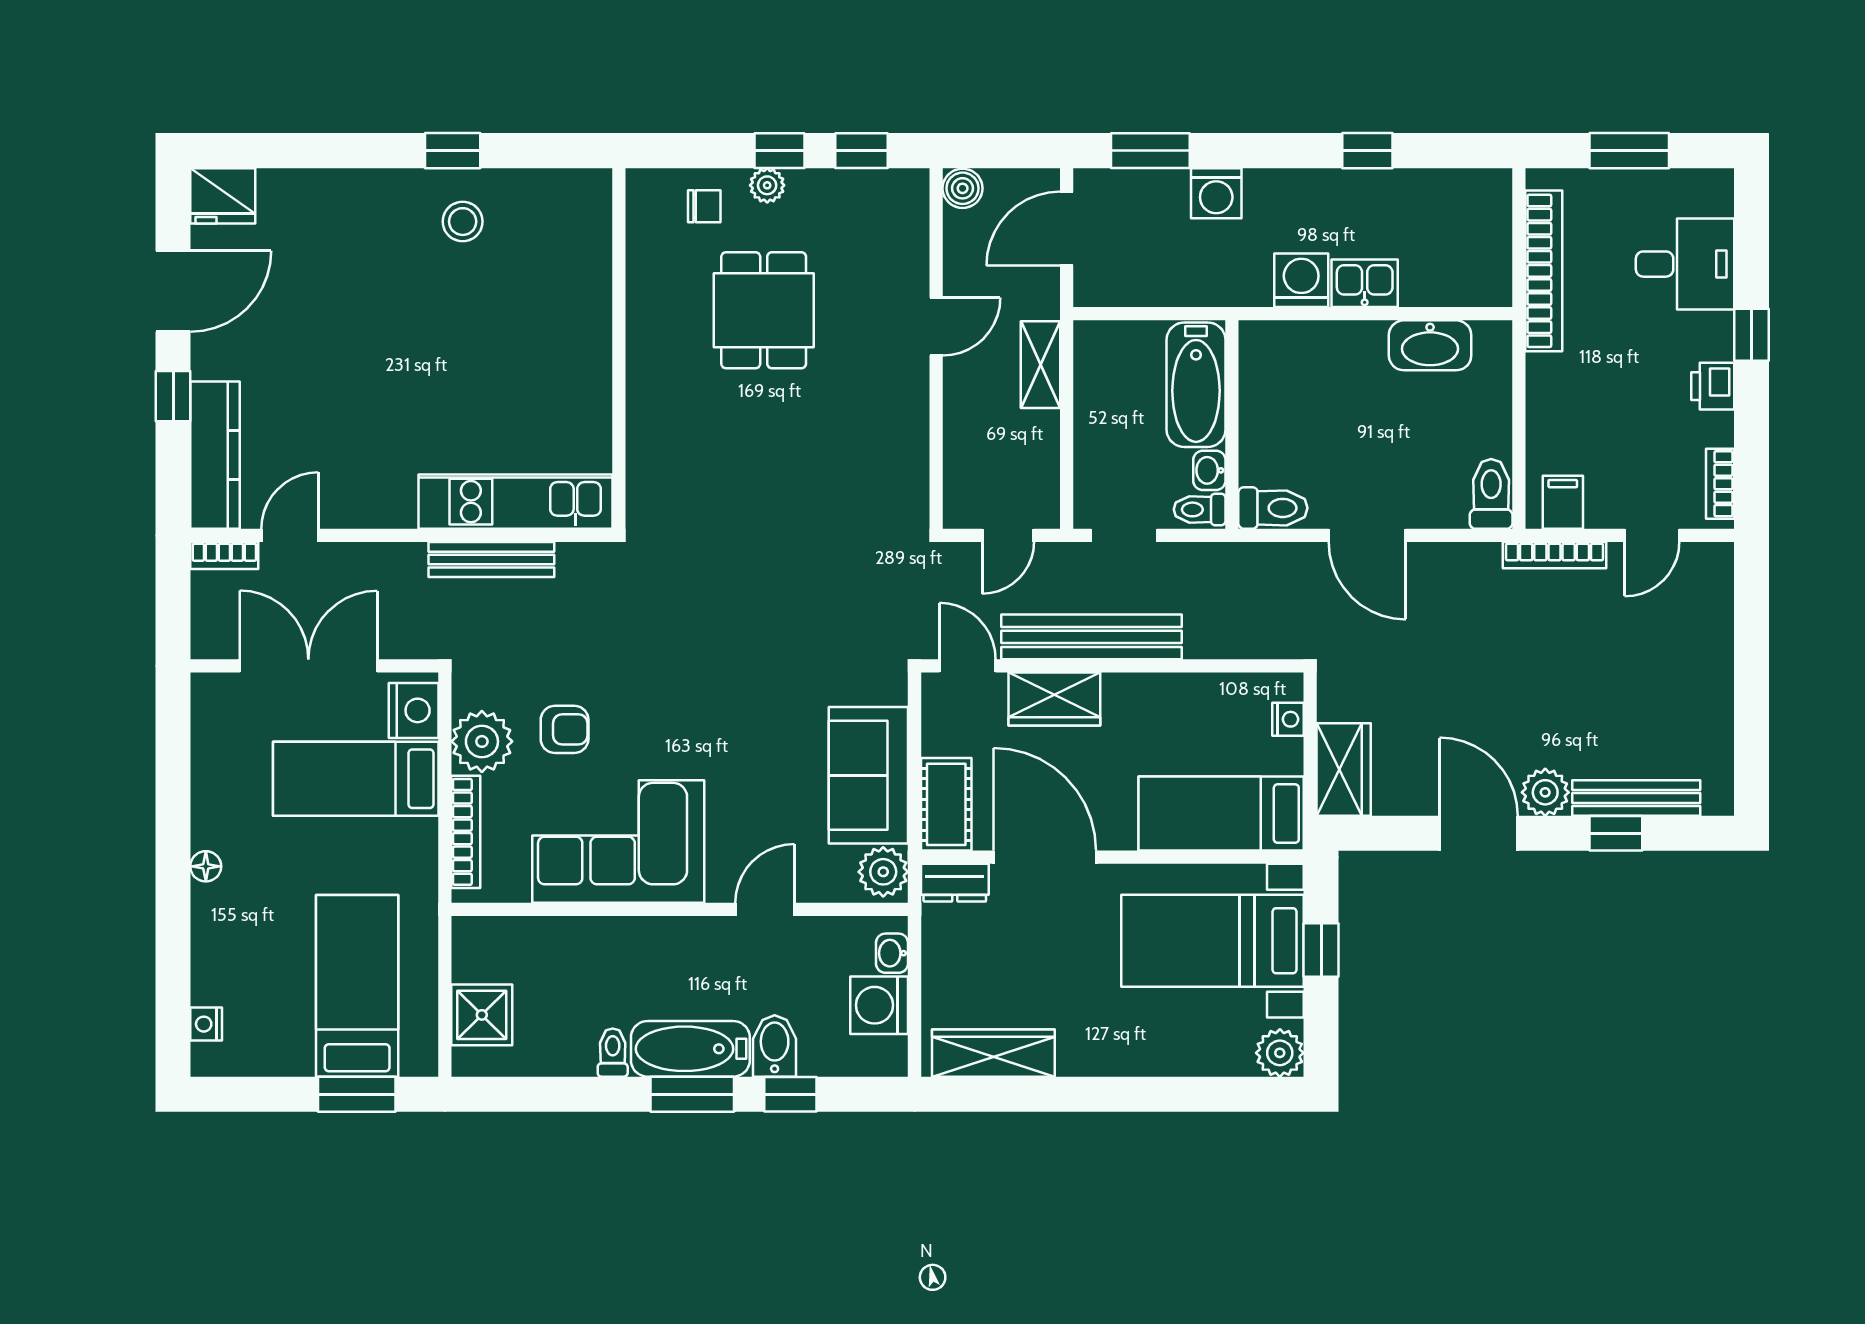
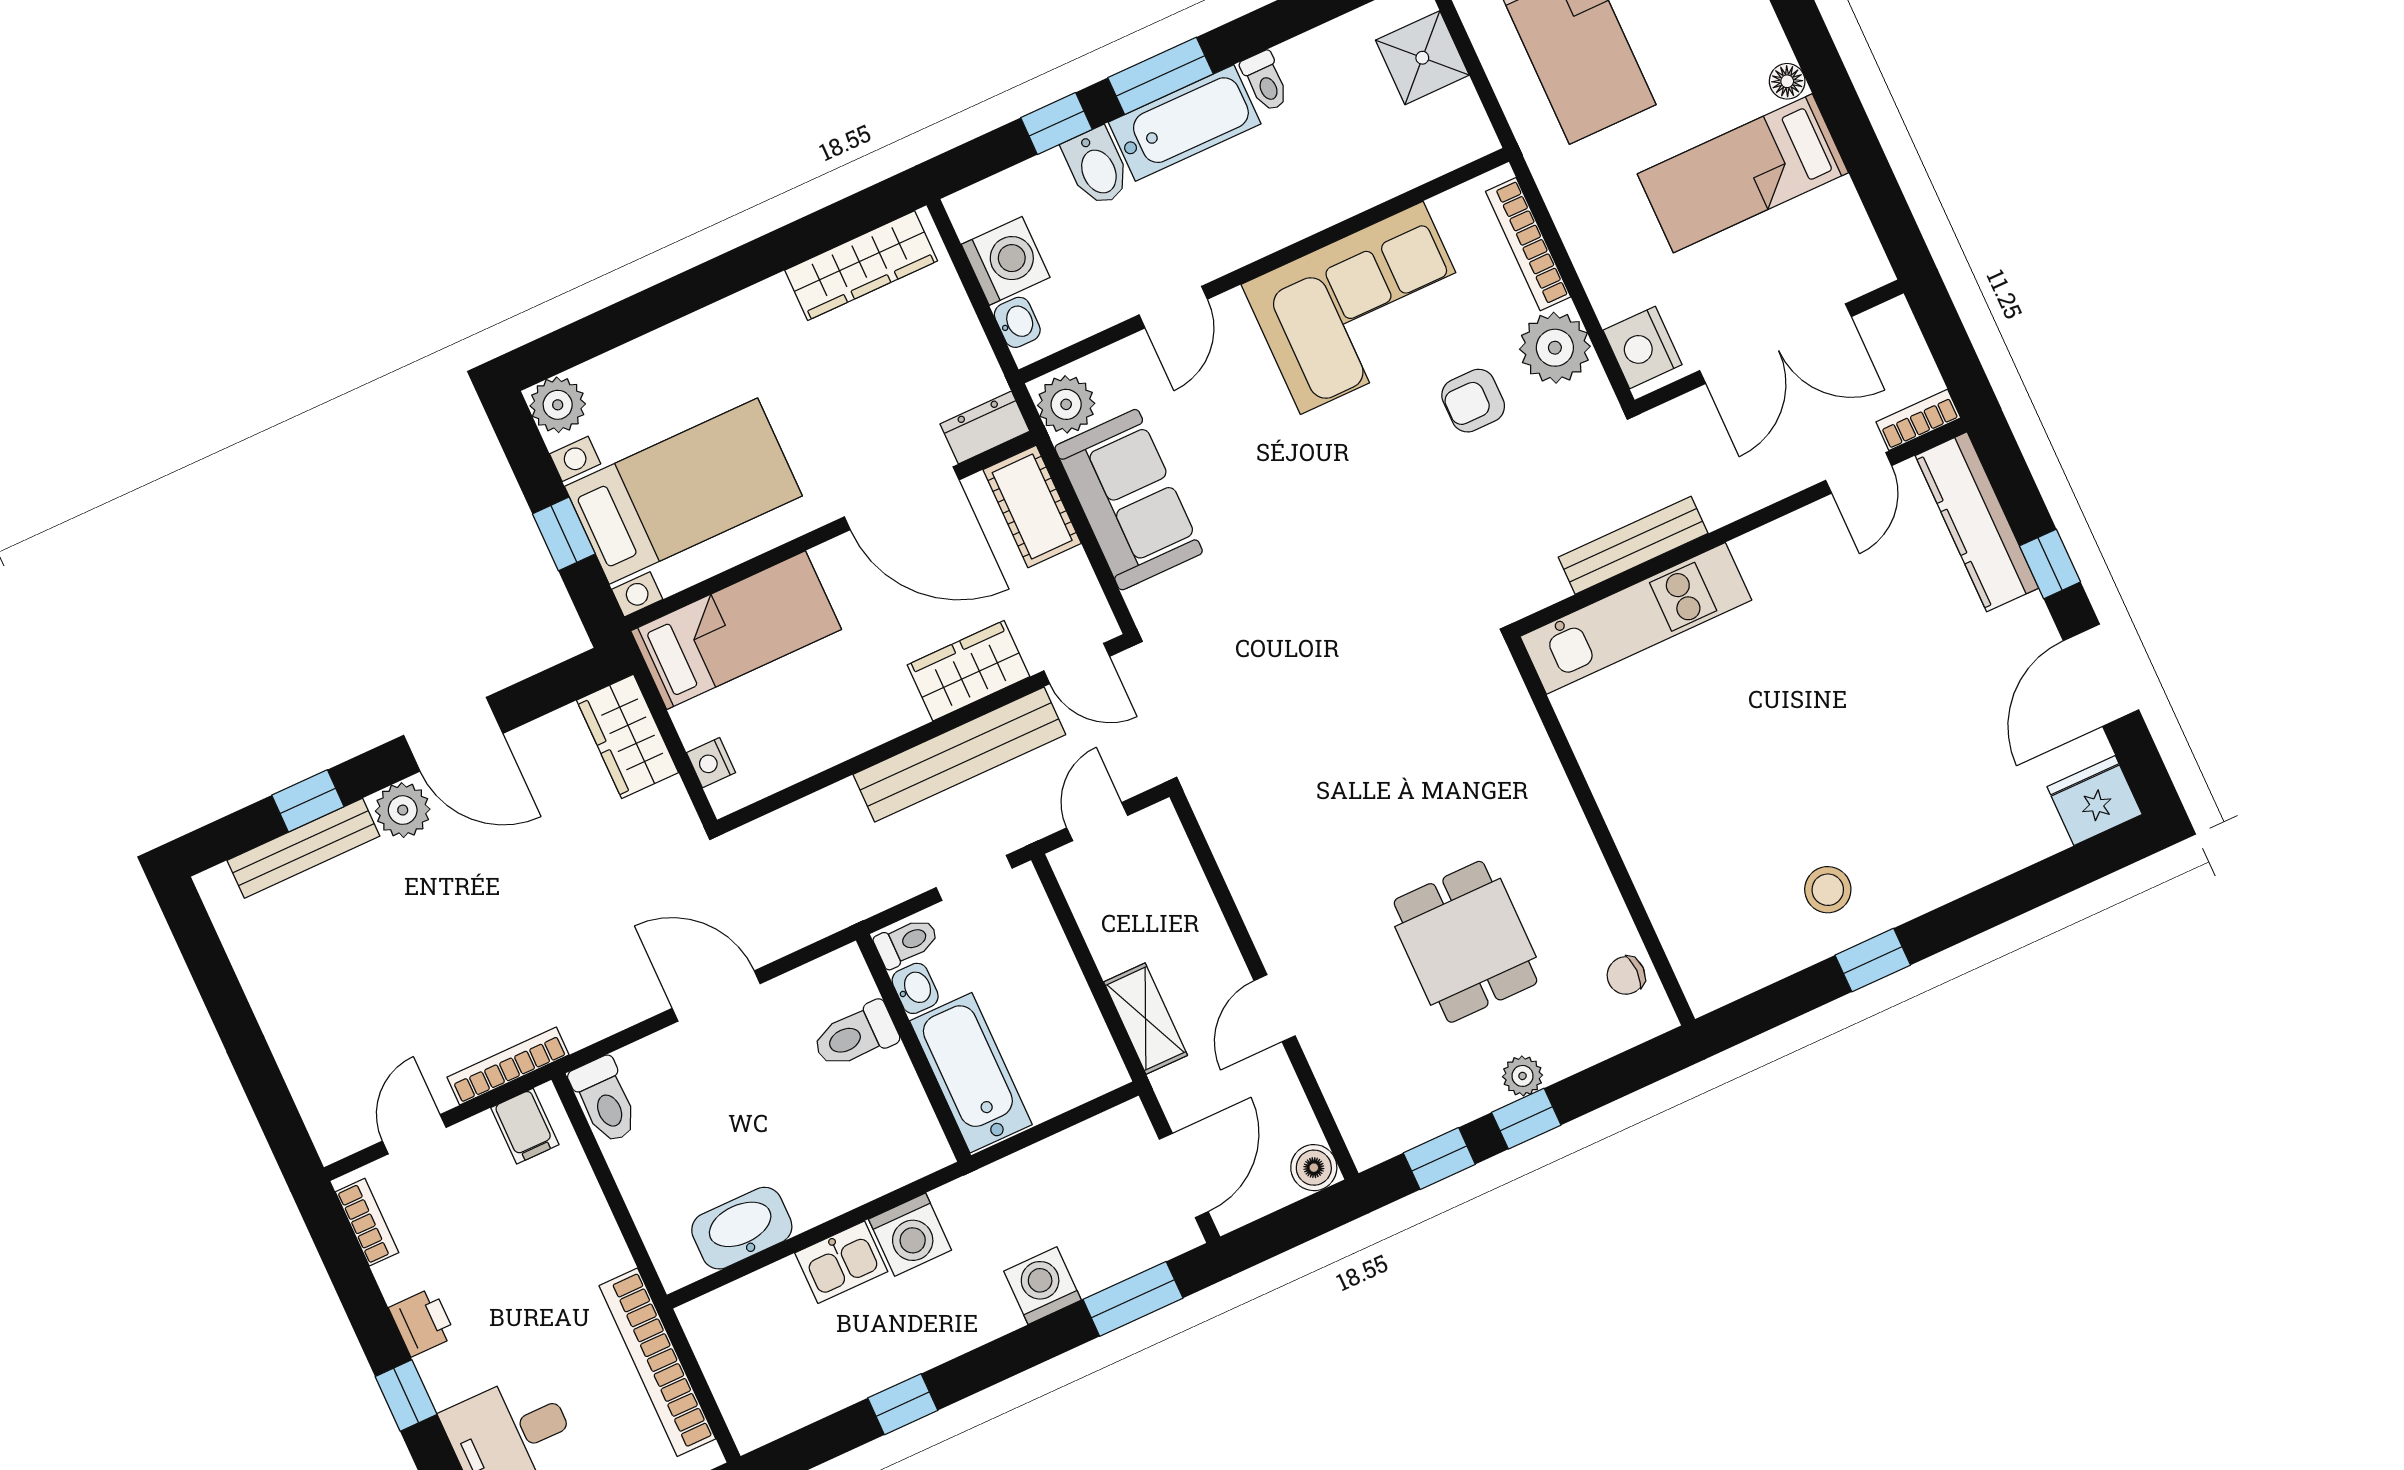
chair: (704, 206) -> (1626, 975), moved
toilet: (1273, 508) -> (855, 1036), moved
bed: (356, 779) -> (1743, 173), moved, turned 180

